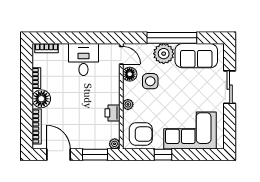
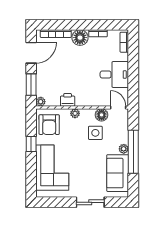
plant: (164, 54) -> (124, 149), width x0.53, depth x0.53
door: (121, 55) -> (118, 107), swing flipped

